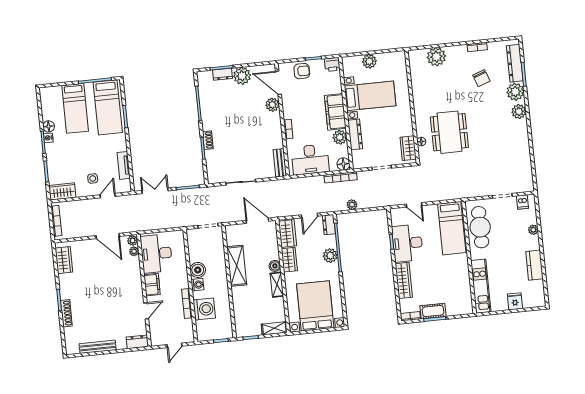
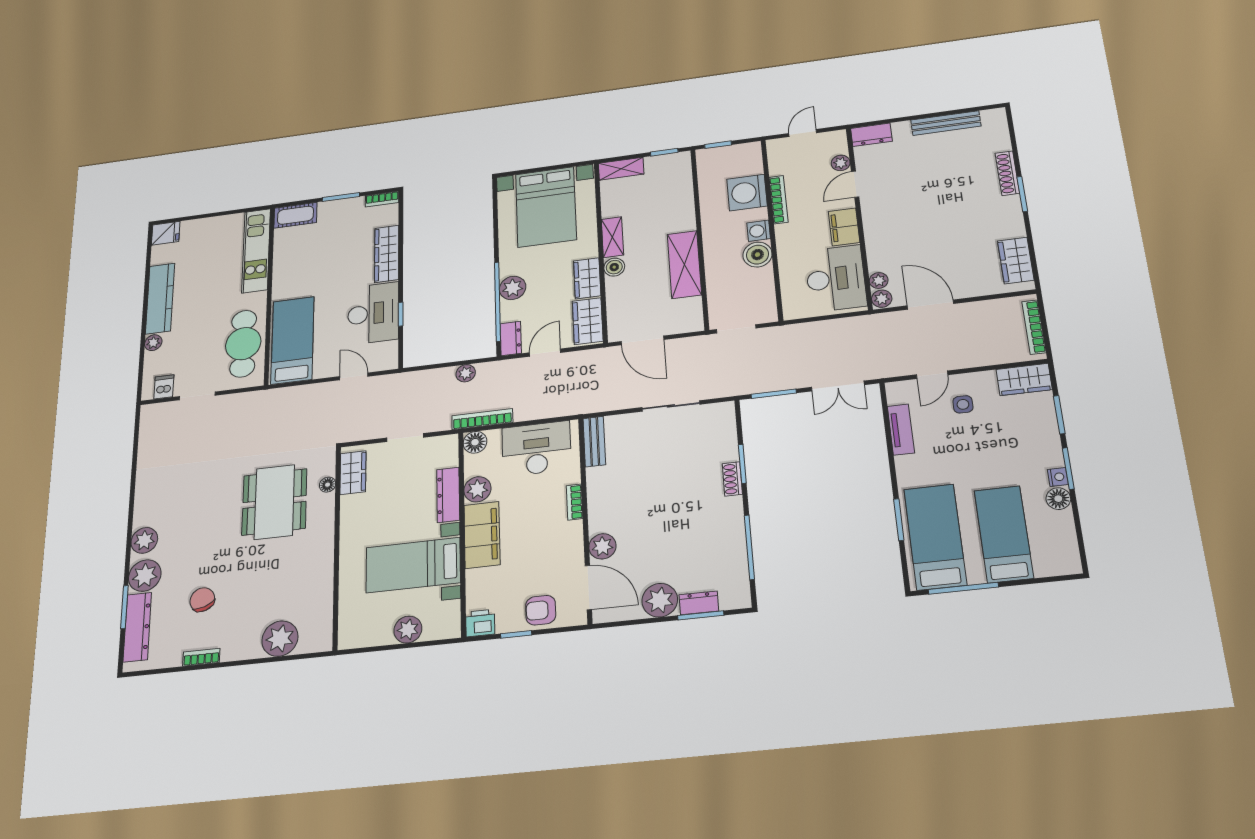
kitchen counter: (535, 265) -> (160, 298), width x1.50
fridge: (515, 301) -> (166, 233), moved, turned -90
cot: (433, 311) -> (295, 215), moved
plant: (154, 325) -> (841, 163), added

